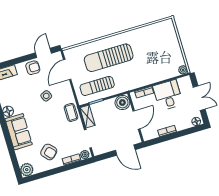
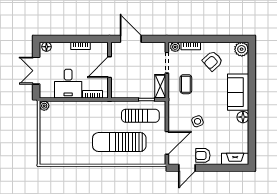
sun lounger: (109, 58) -> (119, 142), turned 180
boiler: (122, 103) -> (119, 90), removed
coffee table: (71, 112) -> (186, 84), moved
armchair: (49, 152) -> (213, 61), turned -90

